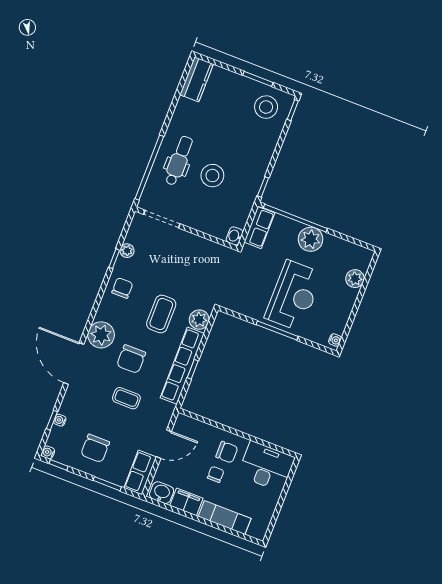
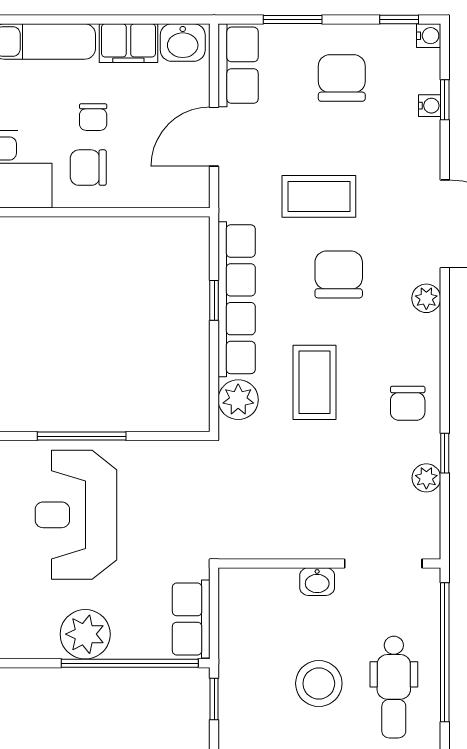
washbasin: (235, 236) -> (317, 582), moved, turned 90
plant: (101, 335) -> (426, 298), width x0.53, depth x0.53
coffee table: (126, 398) -> (319, 196), width x1.36, depth x1.30

